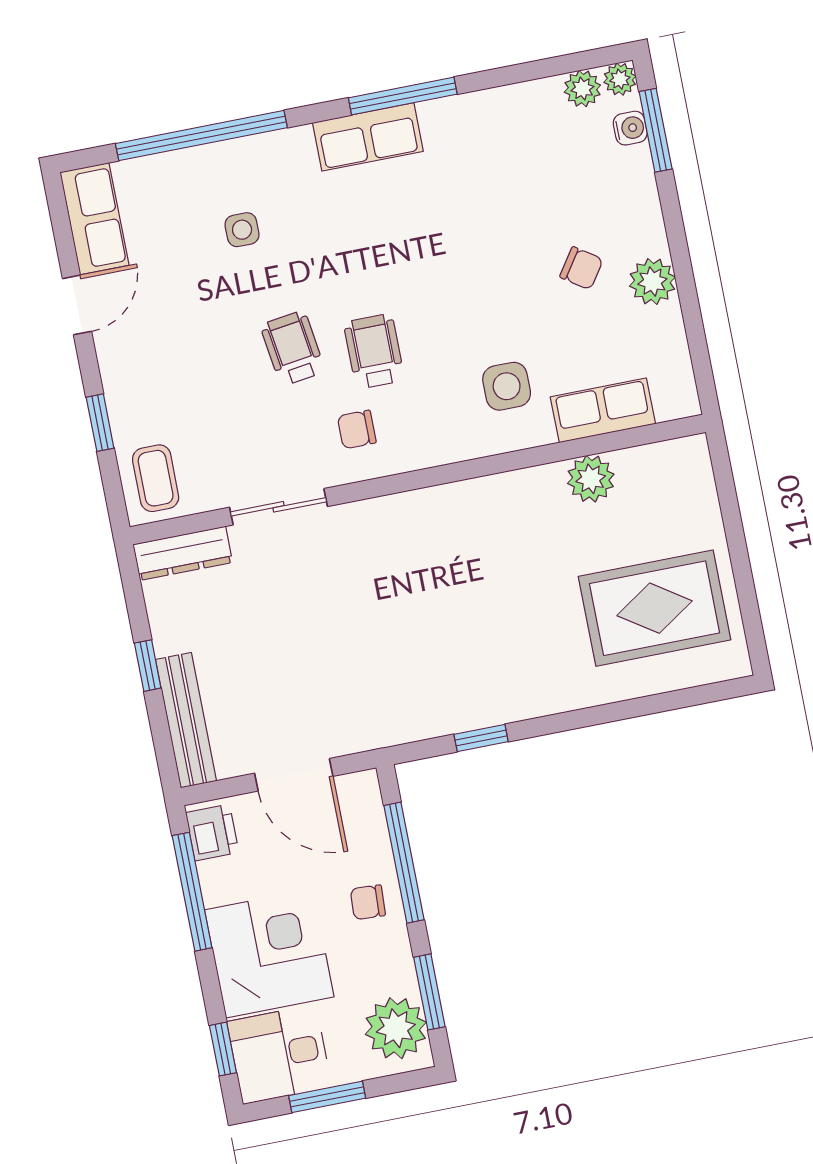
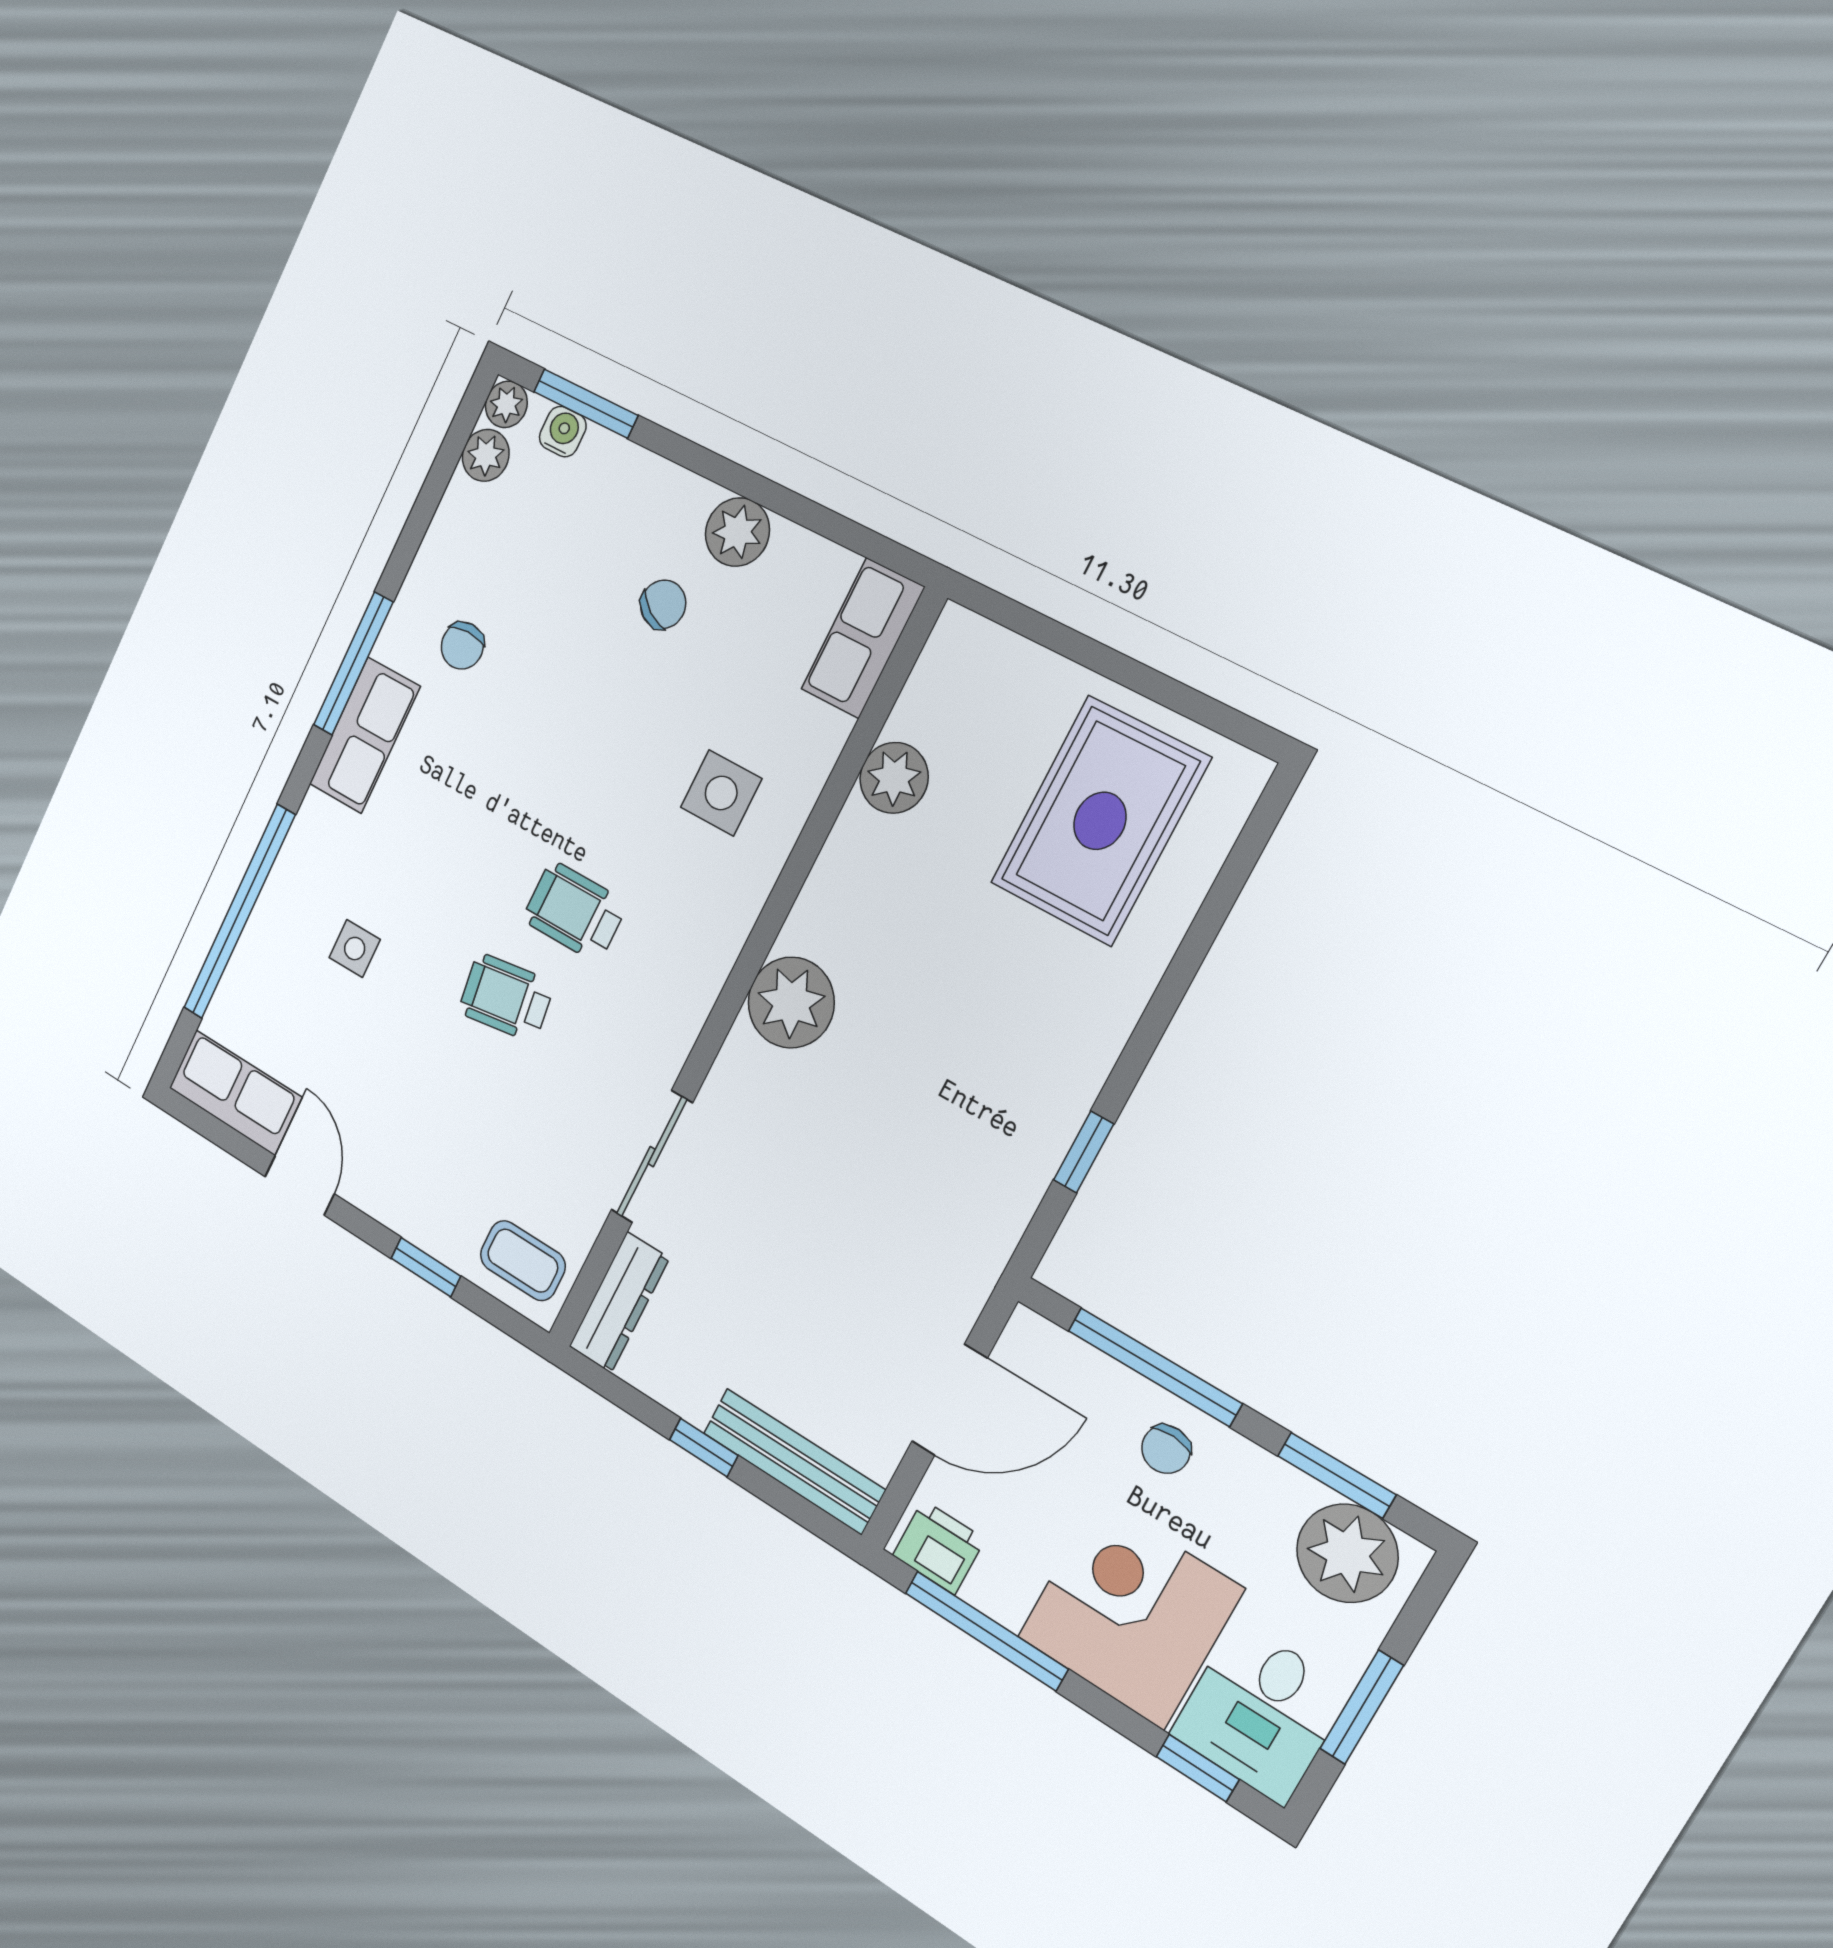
row of seats: (603, 410) -> (863, 638), moved
chair: (357, 429) -> (462, 646), moved
plant: (427, 518) -> (791, 1003), added

